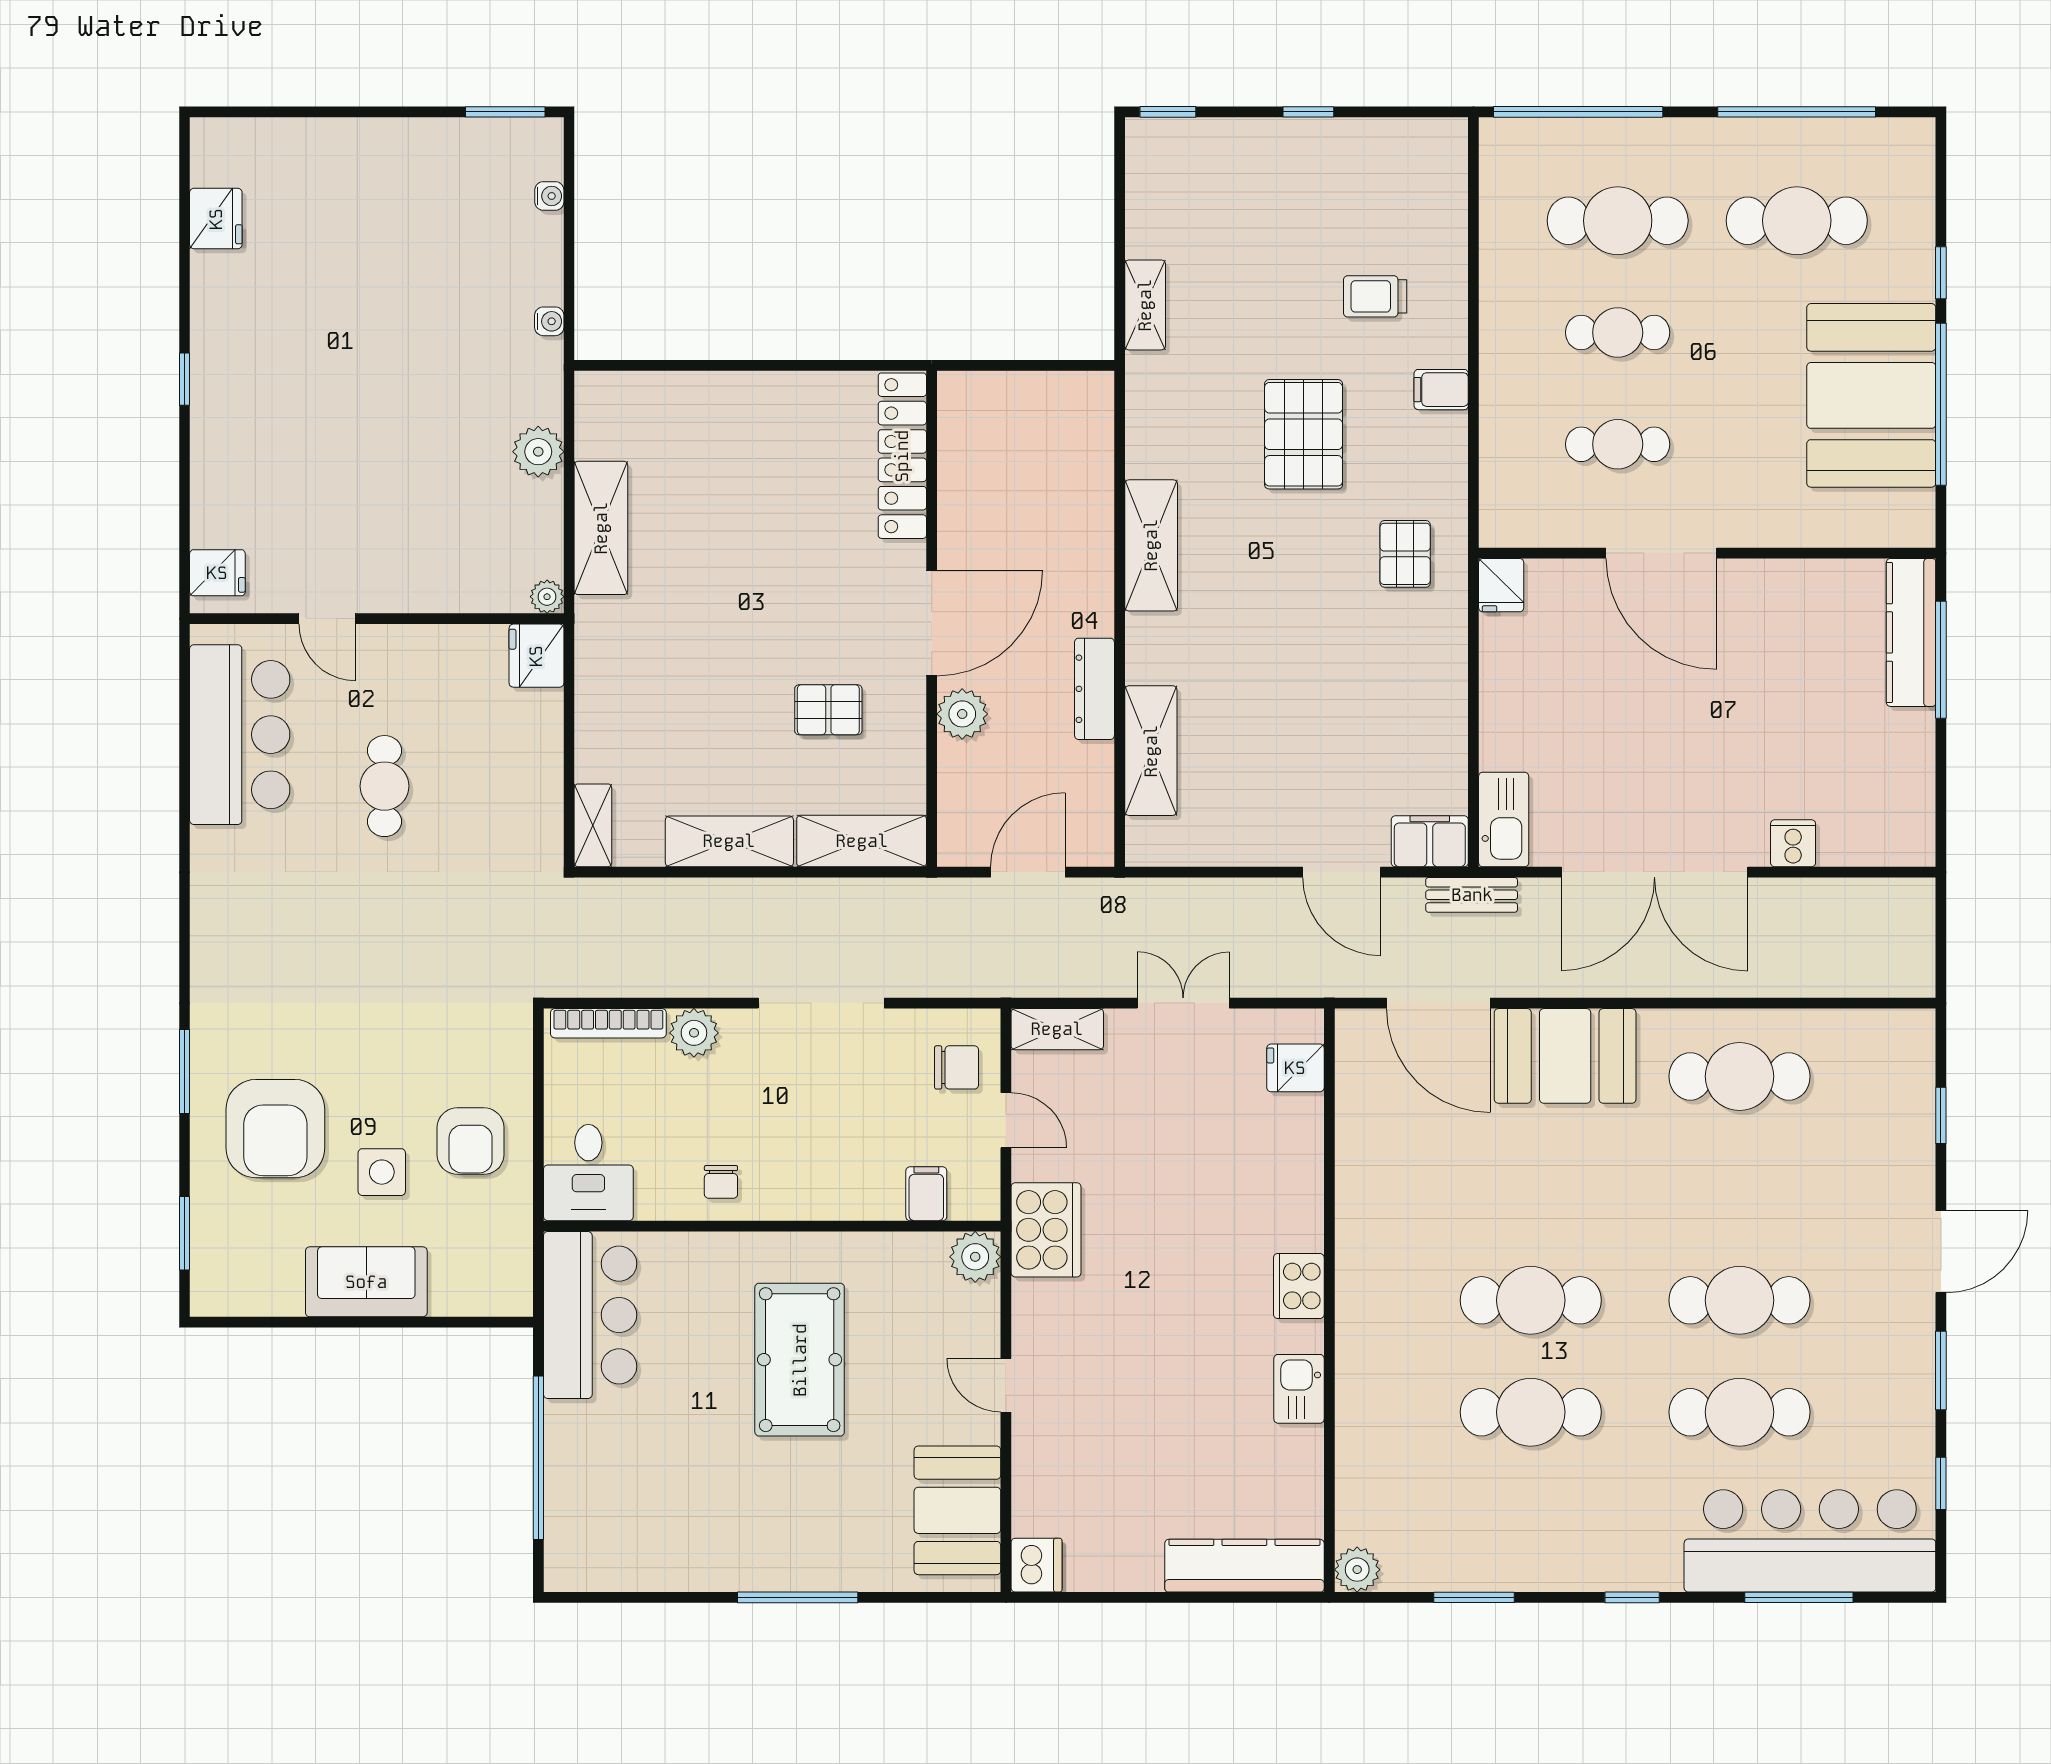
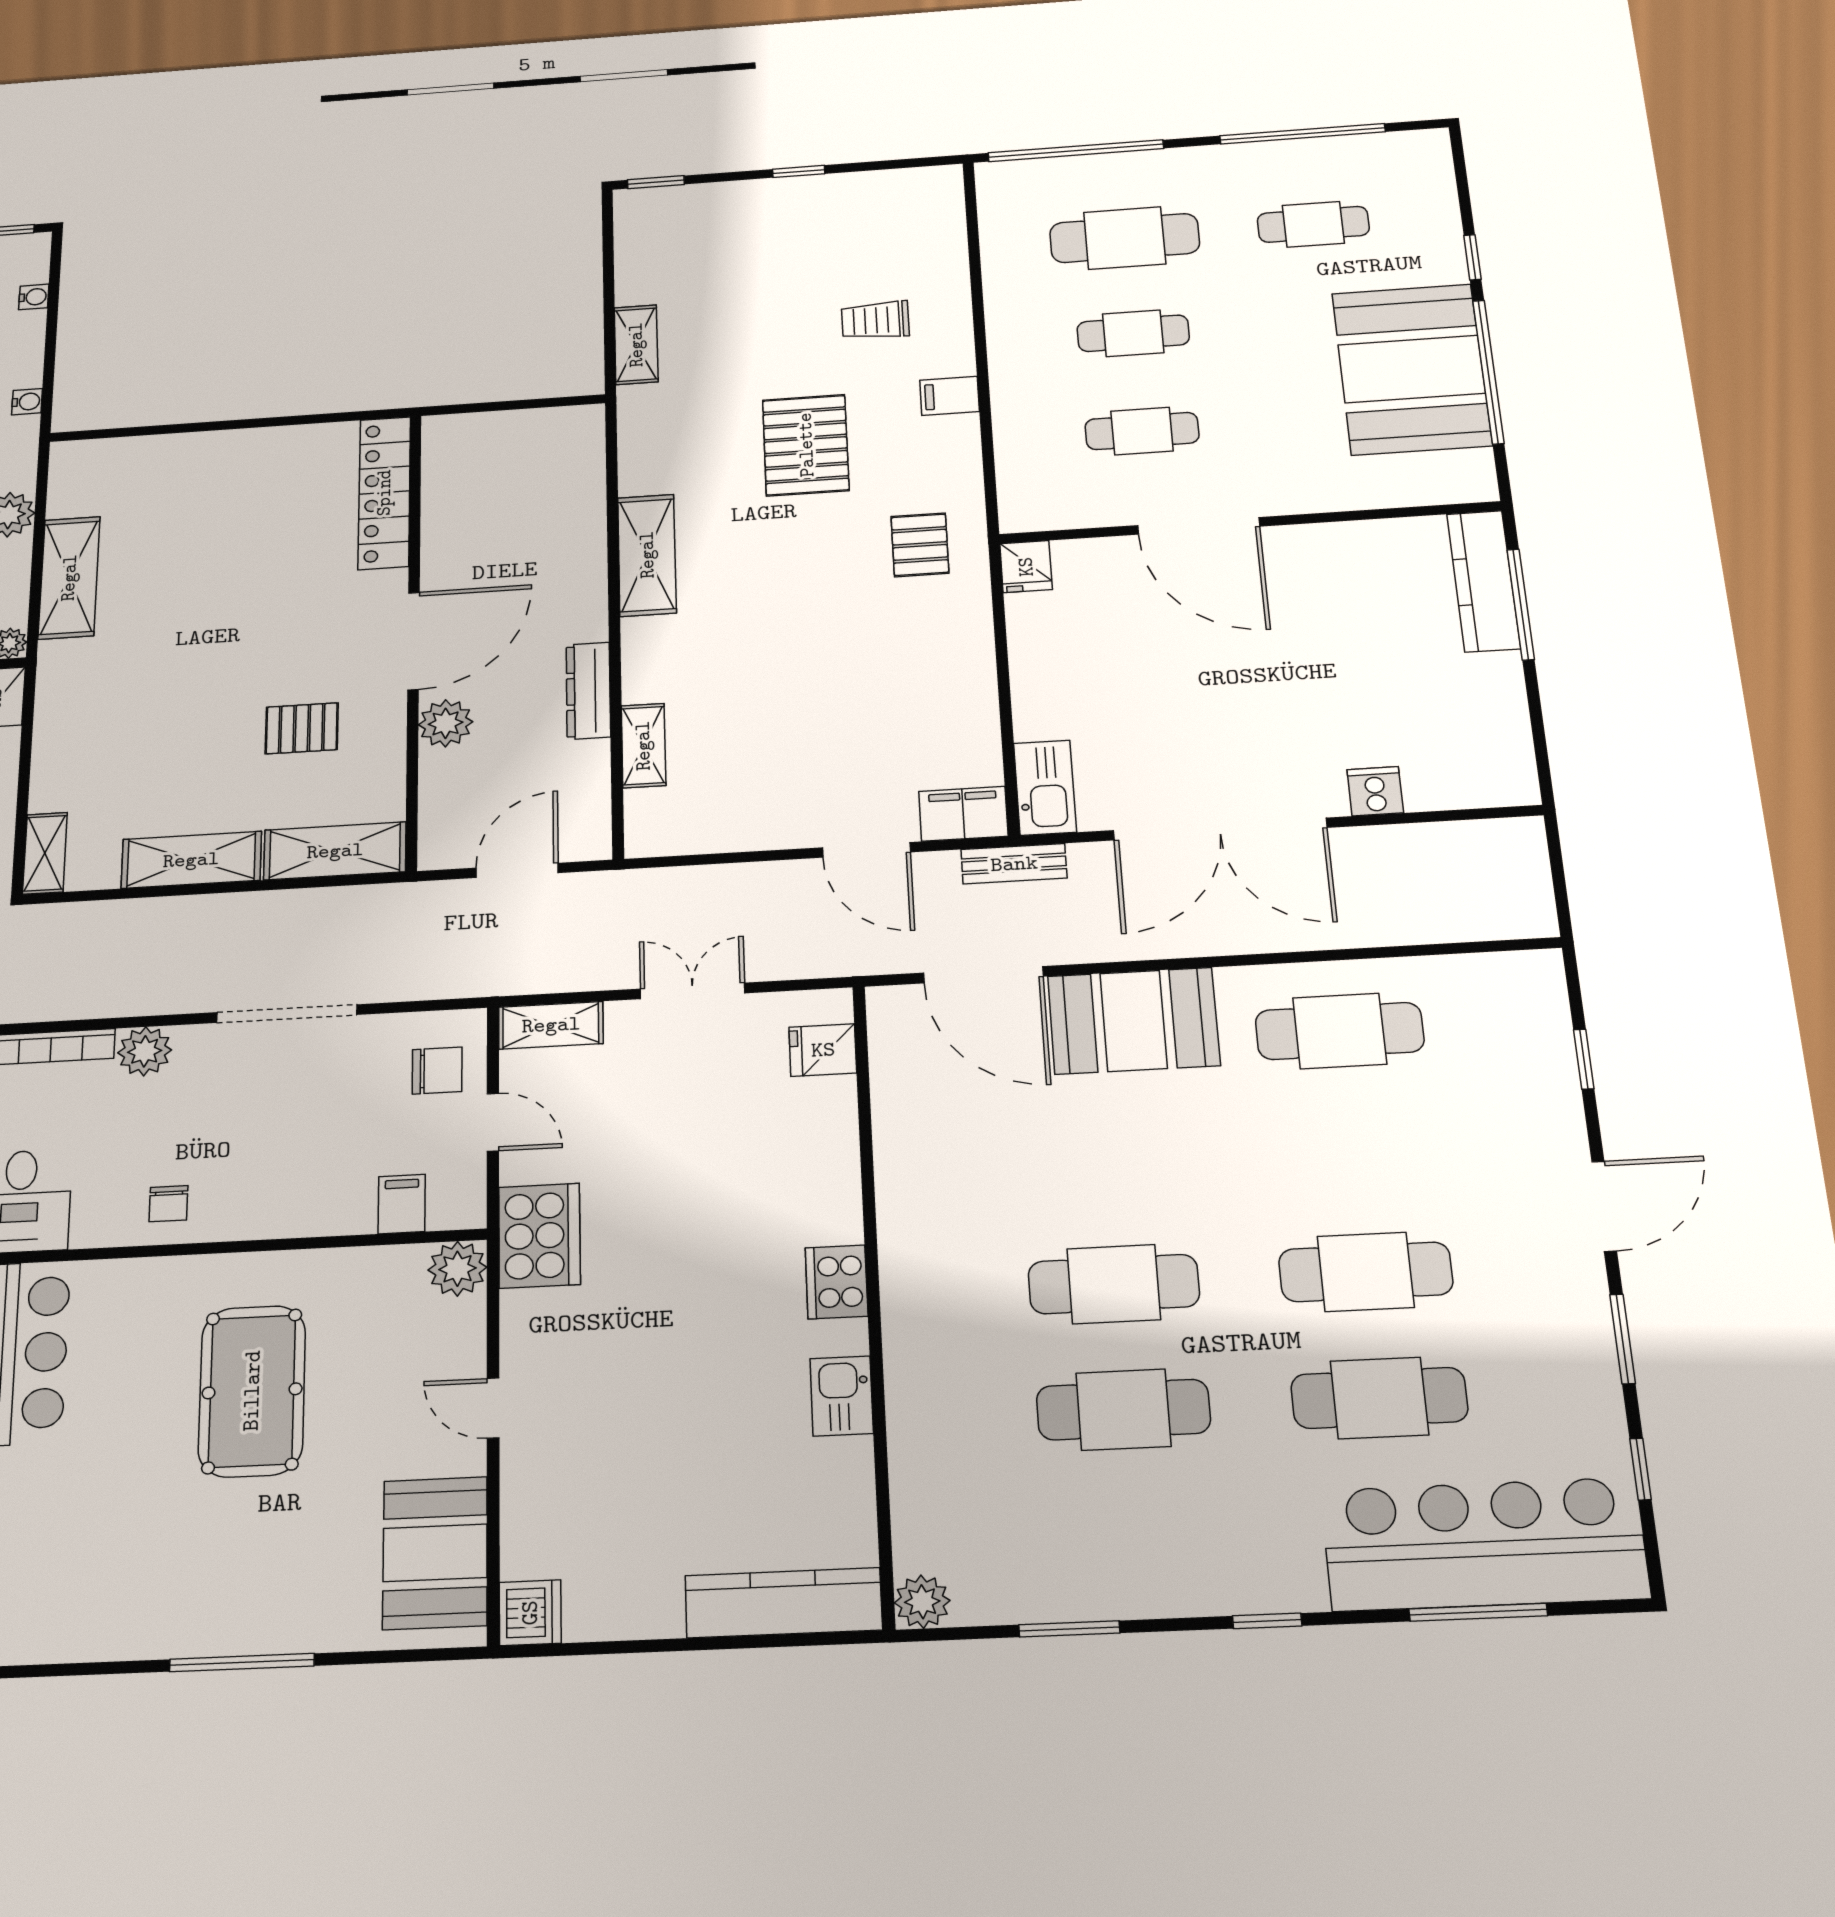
cafe table: (1797, 221) -> (1313, 224), width x0.73, depth x0.74
shelving: (1151, 751) -> (643, 746), width x0.67, depth x0.75

